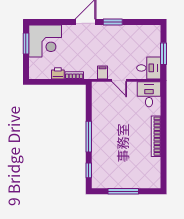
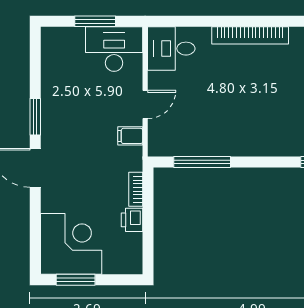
desk: (149, 68) -> (114, 49), width x1.37
window: (89, 137) -> (202, 162), moved

